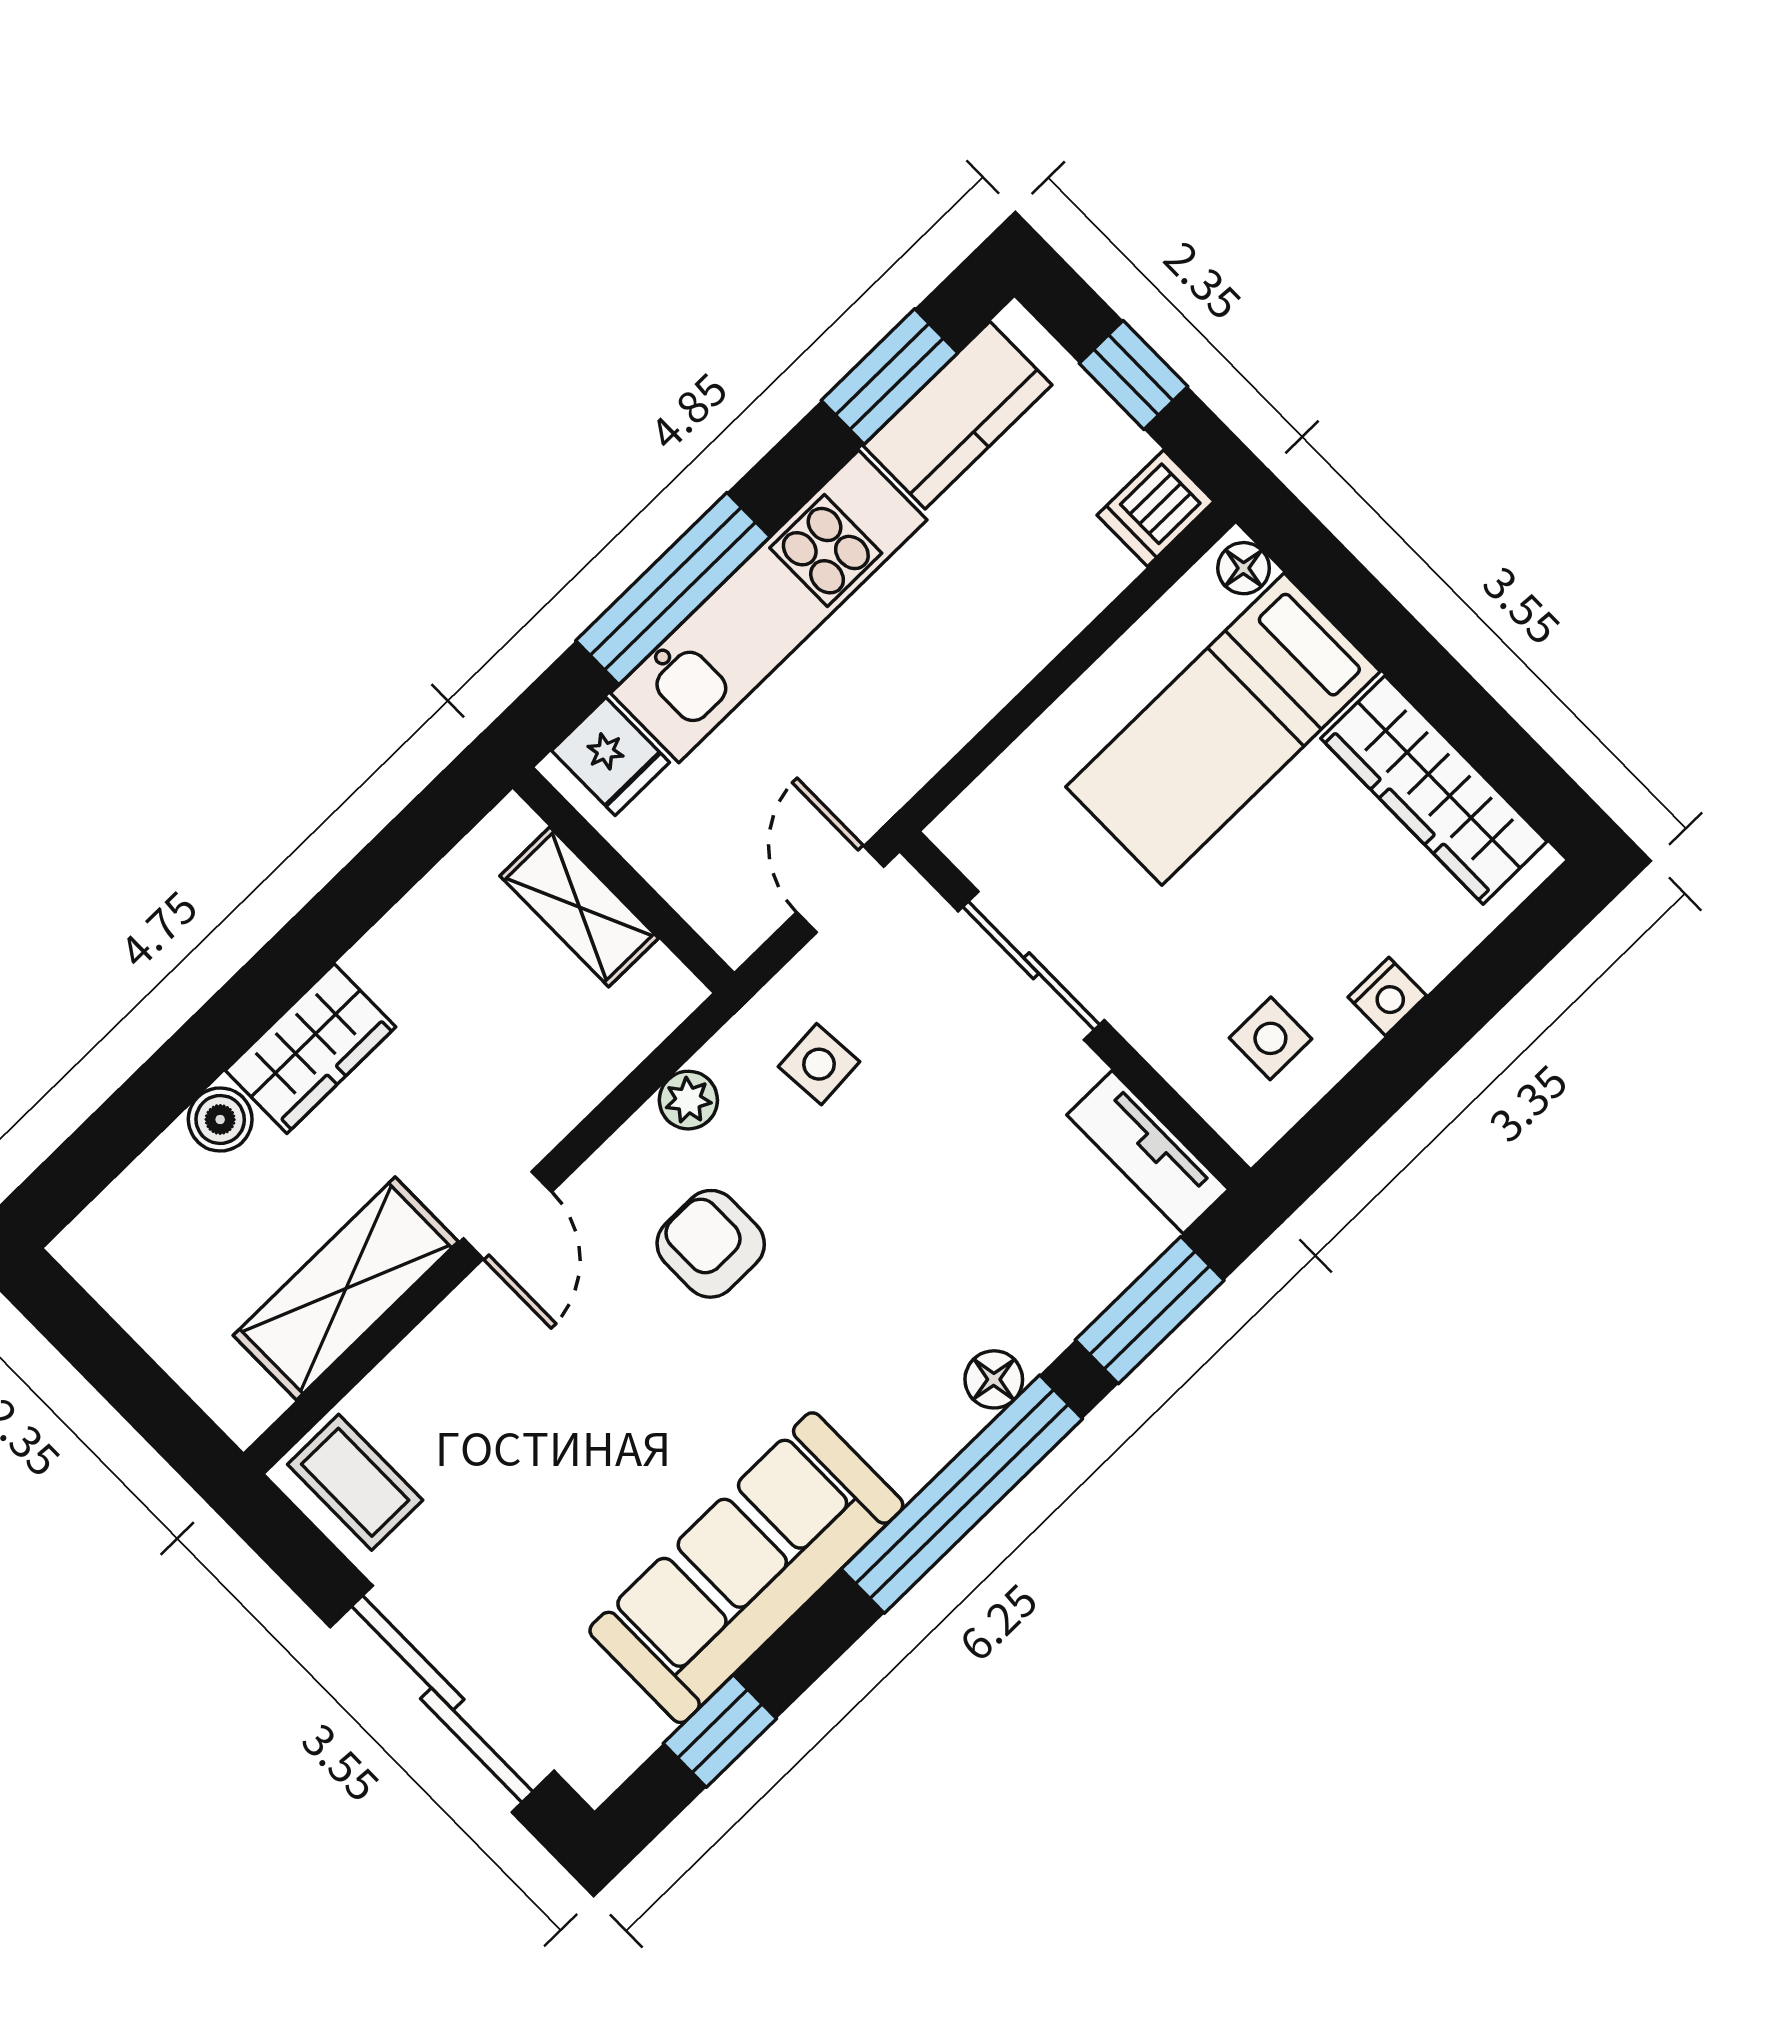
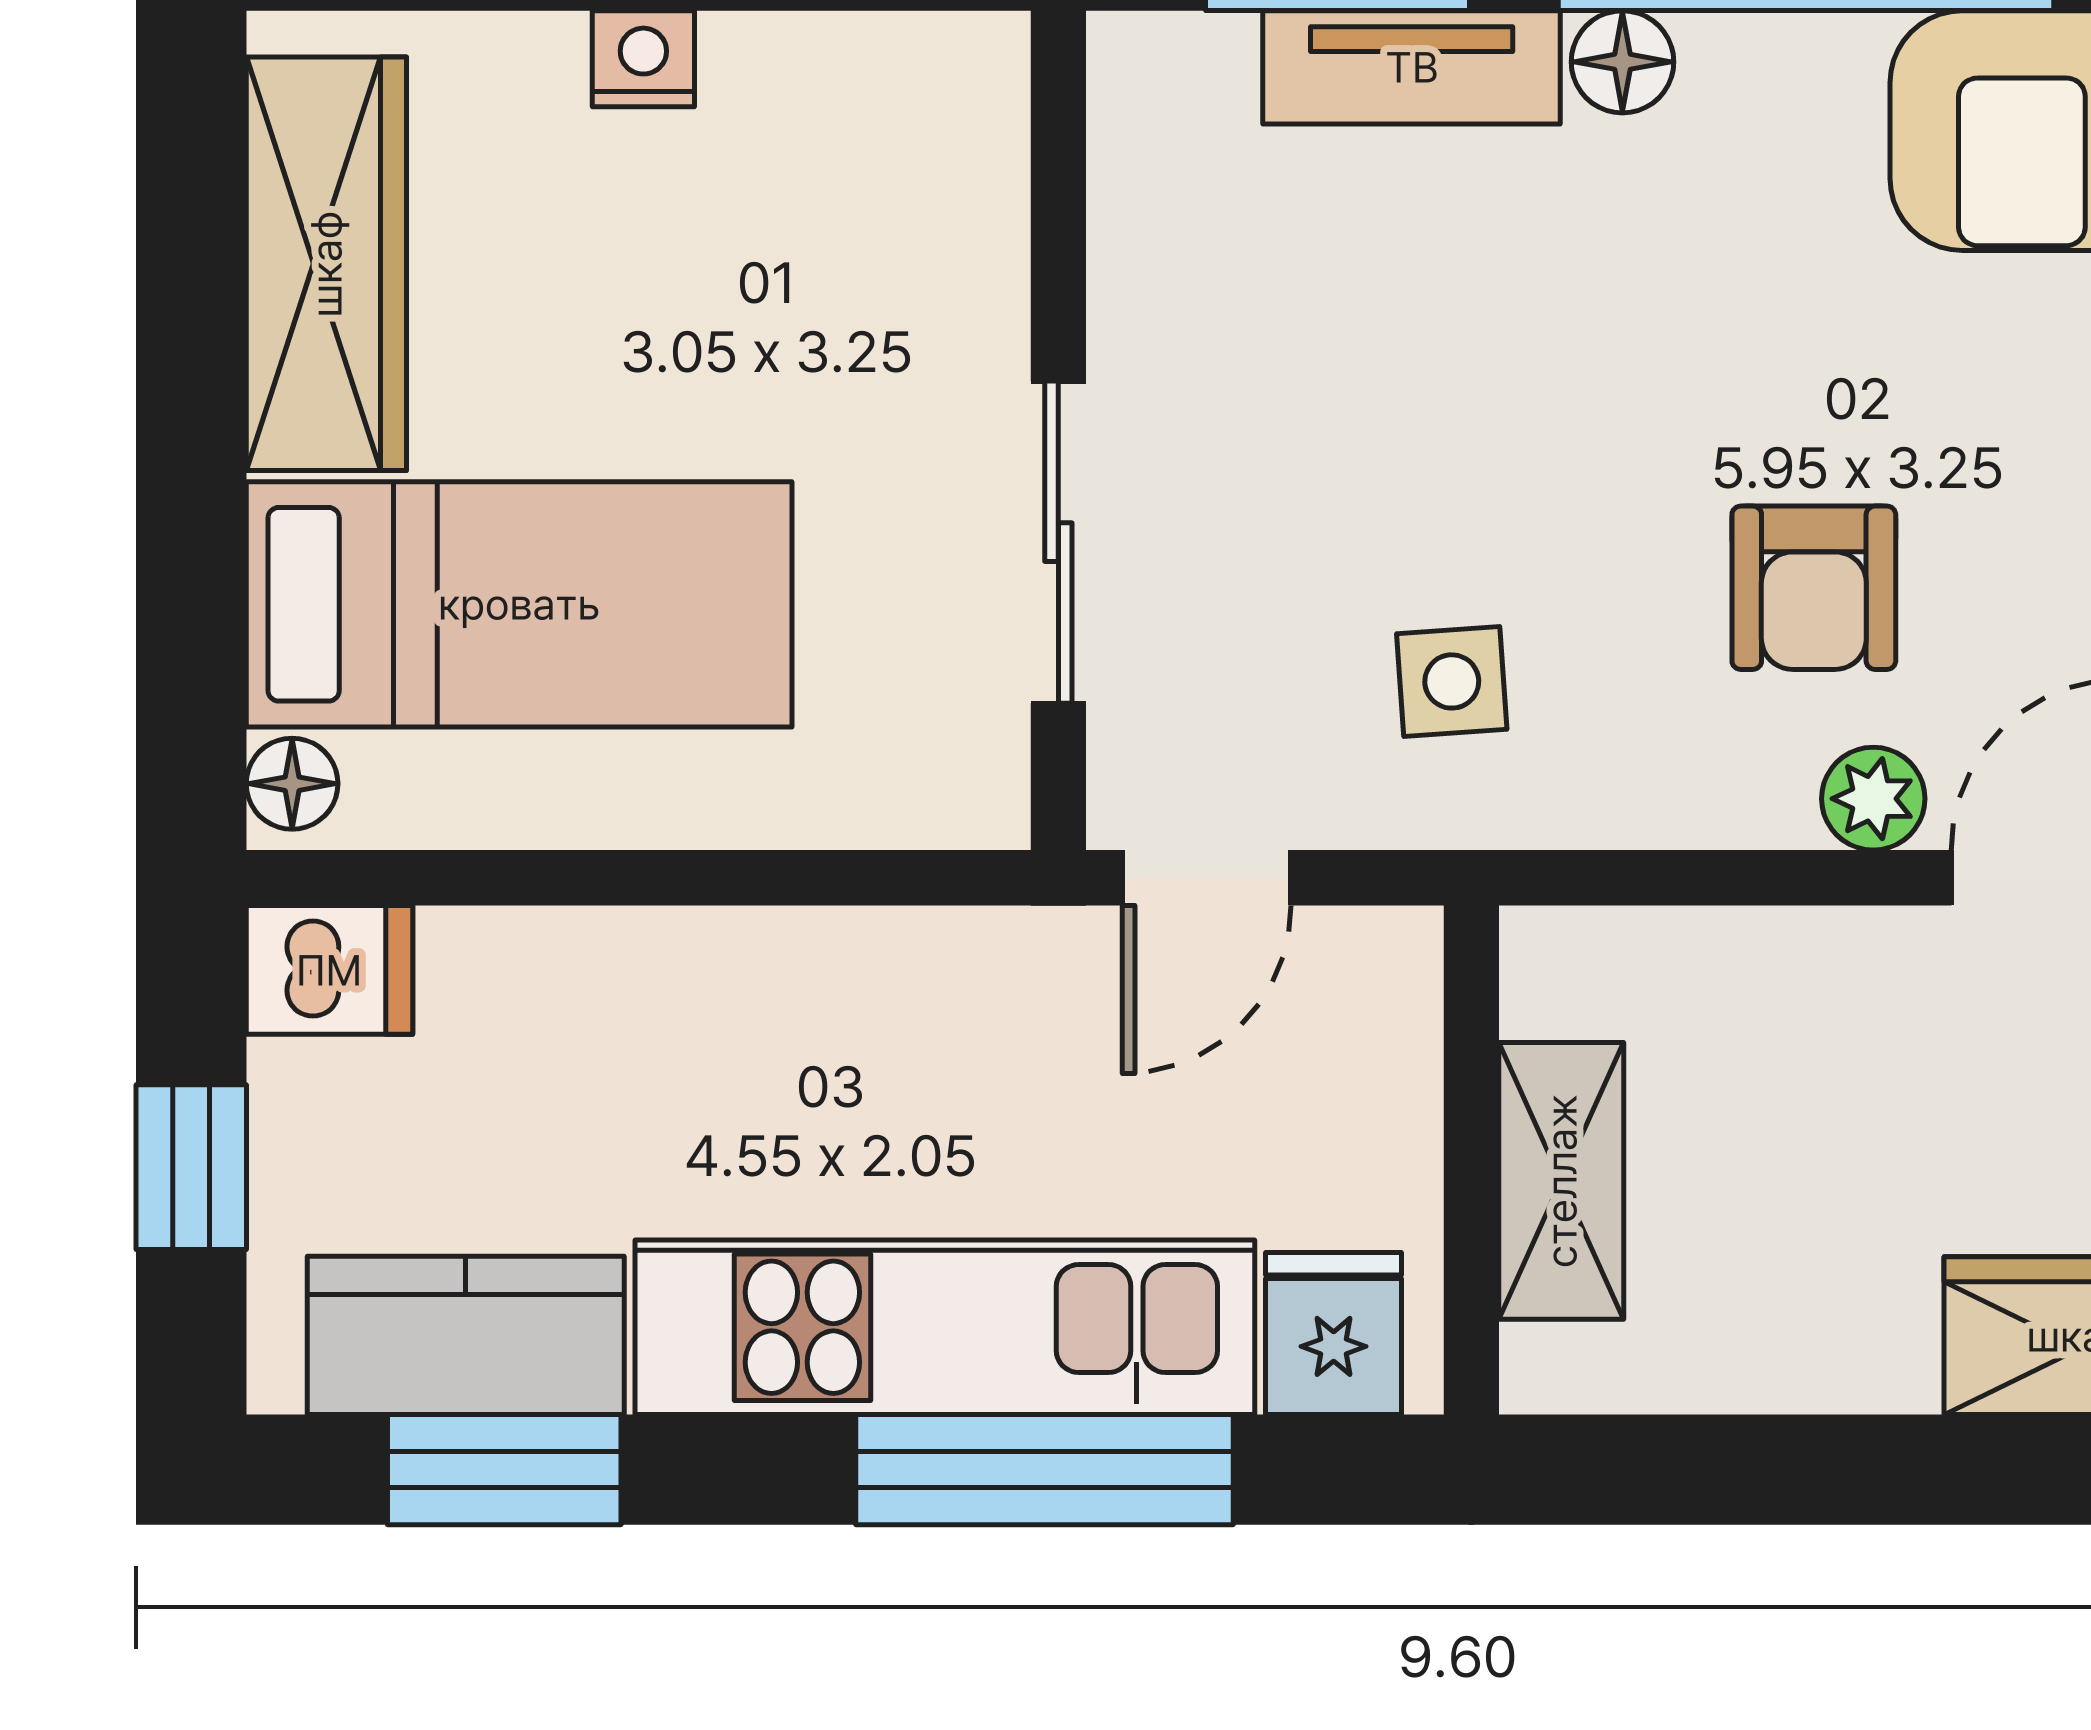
side table: (1270, 1038) -> (845, 151), removed
plant: (688, 1100) -> (1873, 799), moved
tv unit: (1148, 1152) -> (1412, 67), moved, turned 90

